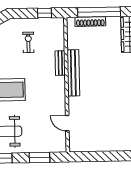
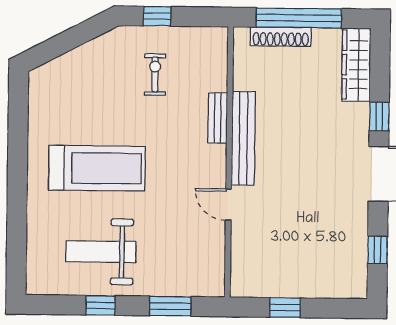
window: (45, 13) -> (157, 16), moved
door: (67, 123) -> (228, 205), moved
window: (97, 156) -> (285, 308), added

